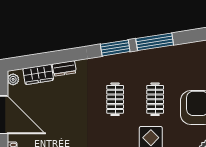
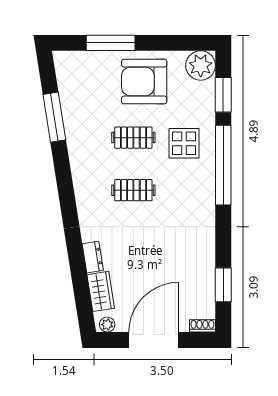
window: (155, 42) -> (54, 117), moved
window: (115, 48) -> (66, 190), removed

